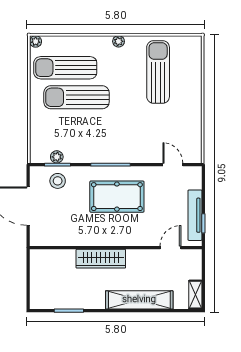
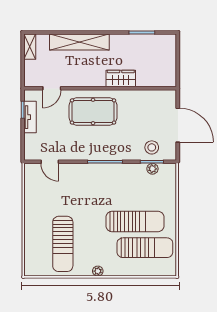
plant: (36, 41) -> (171, 271), removed
pool table: (117, 197) -> (93, 111), moved
tv unit: (195, 215) -> (30, 117), width x0.71
wardrobe: (101, 259) -> (121, 79), width x0.67

